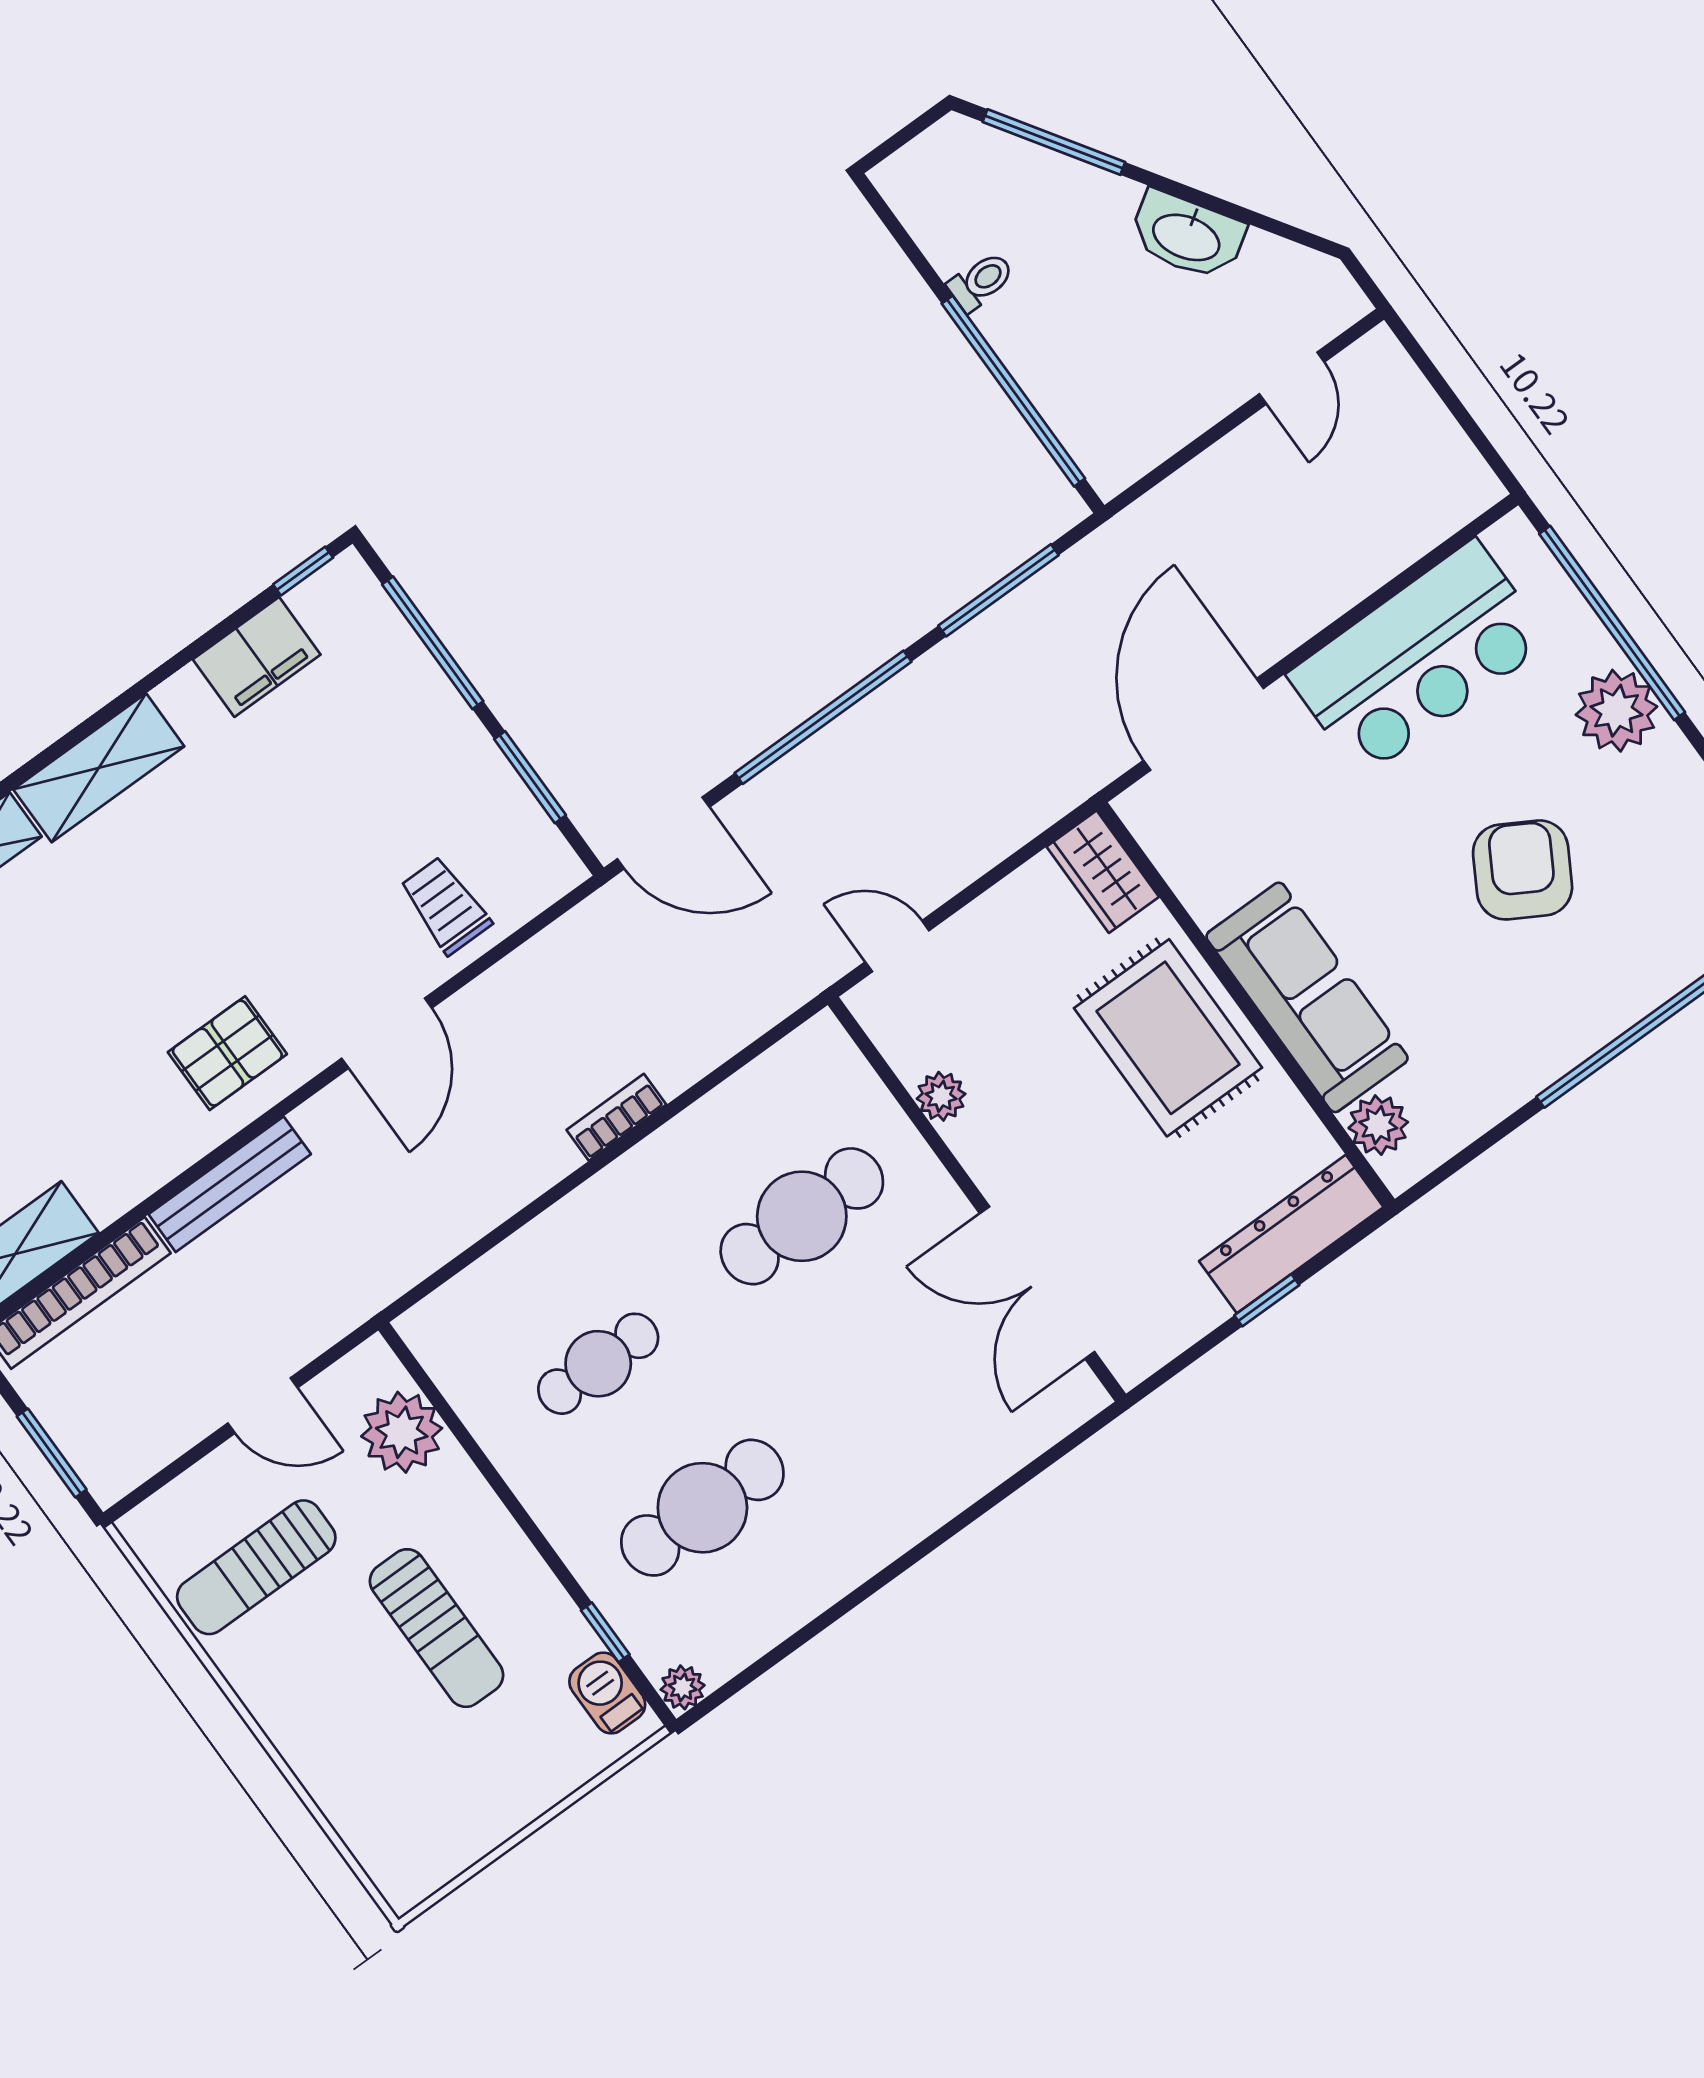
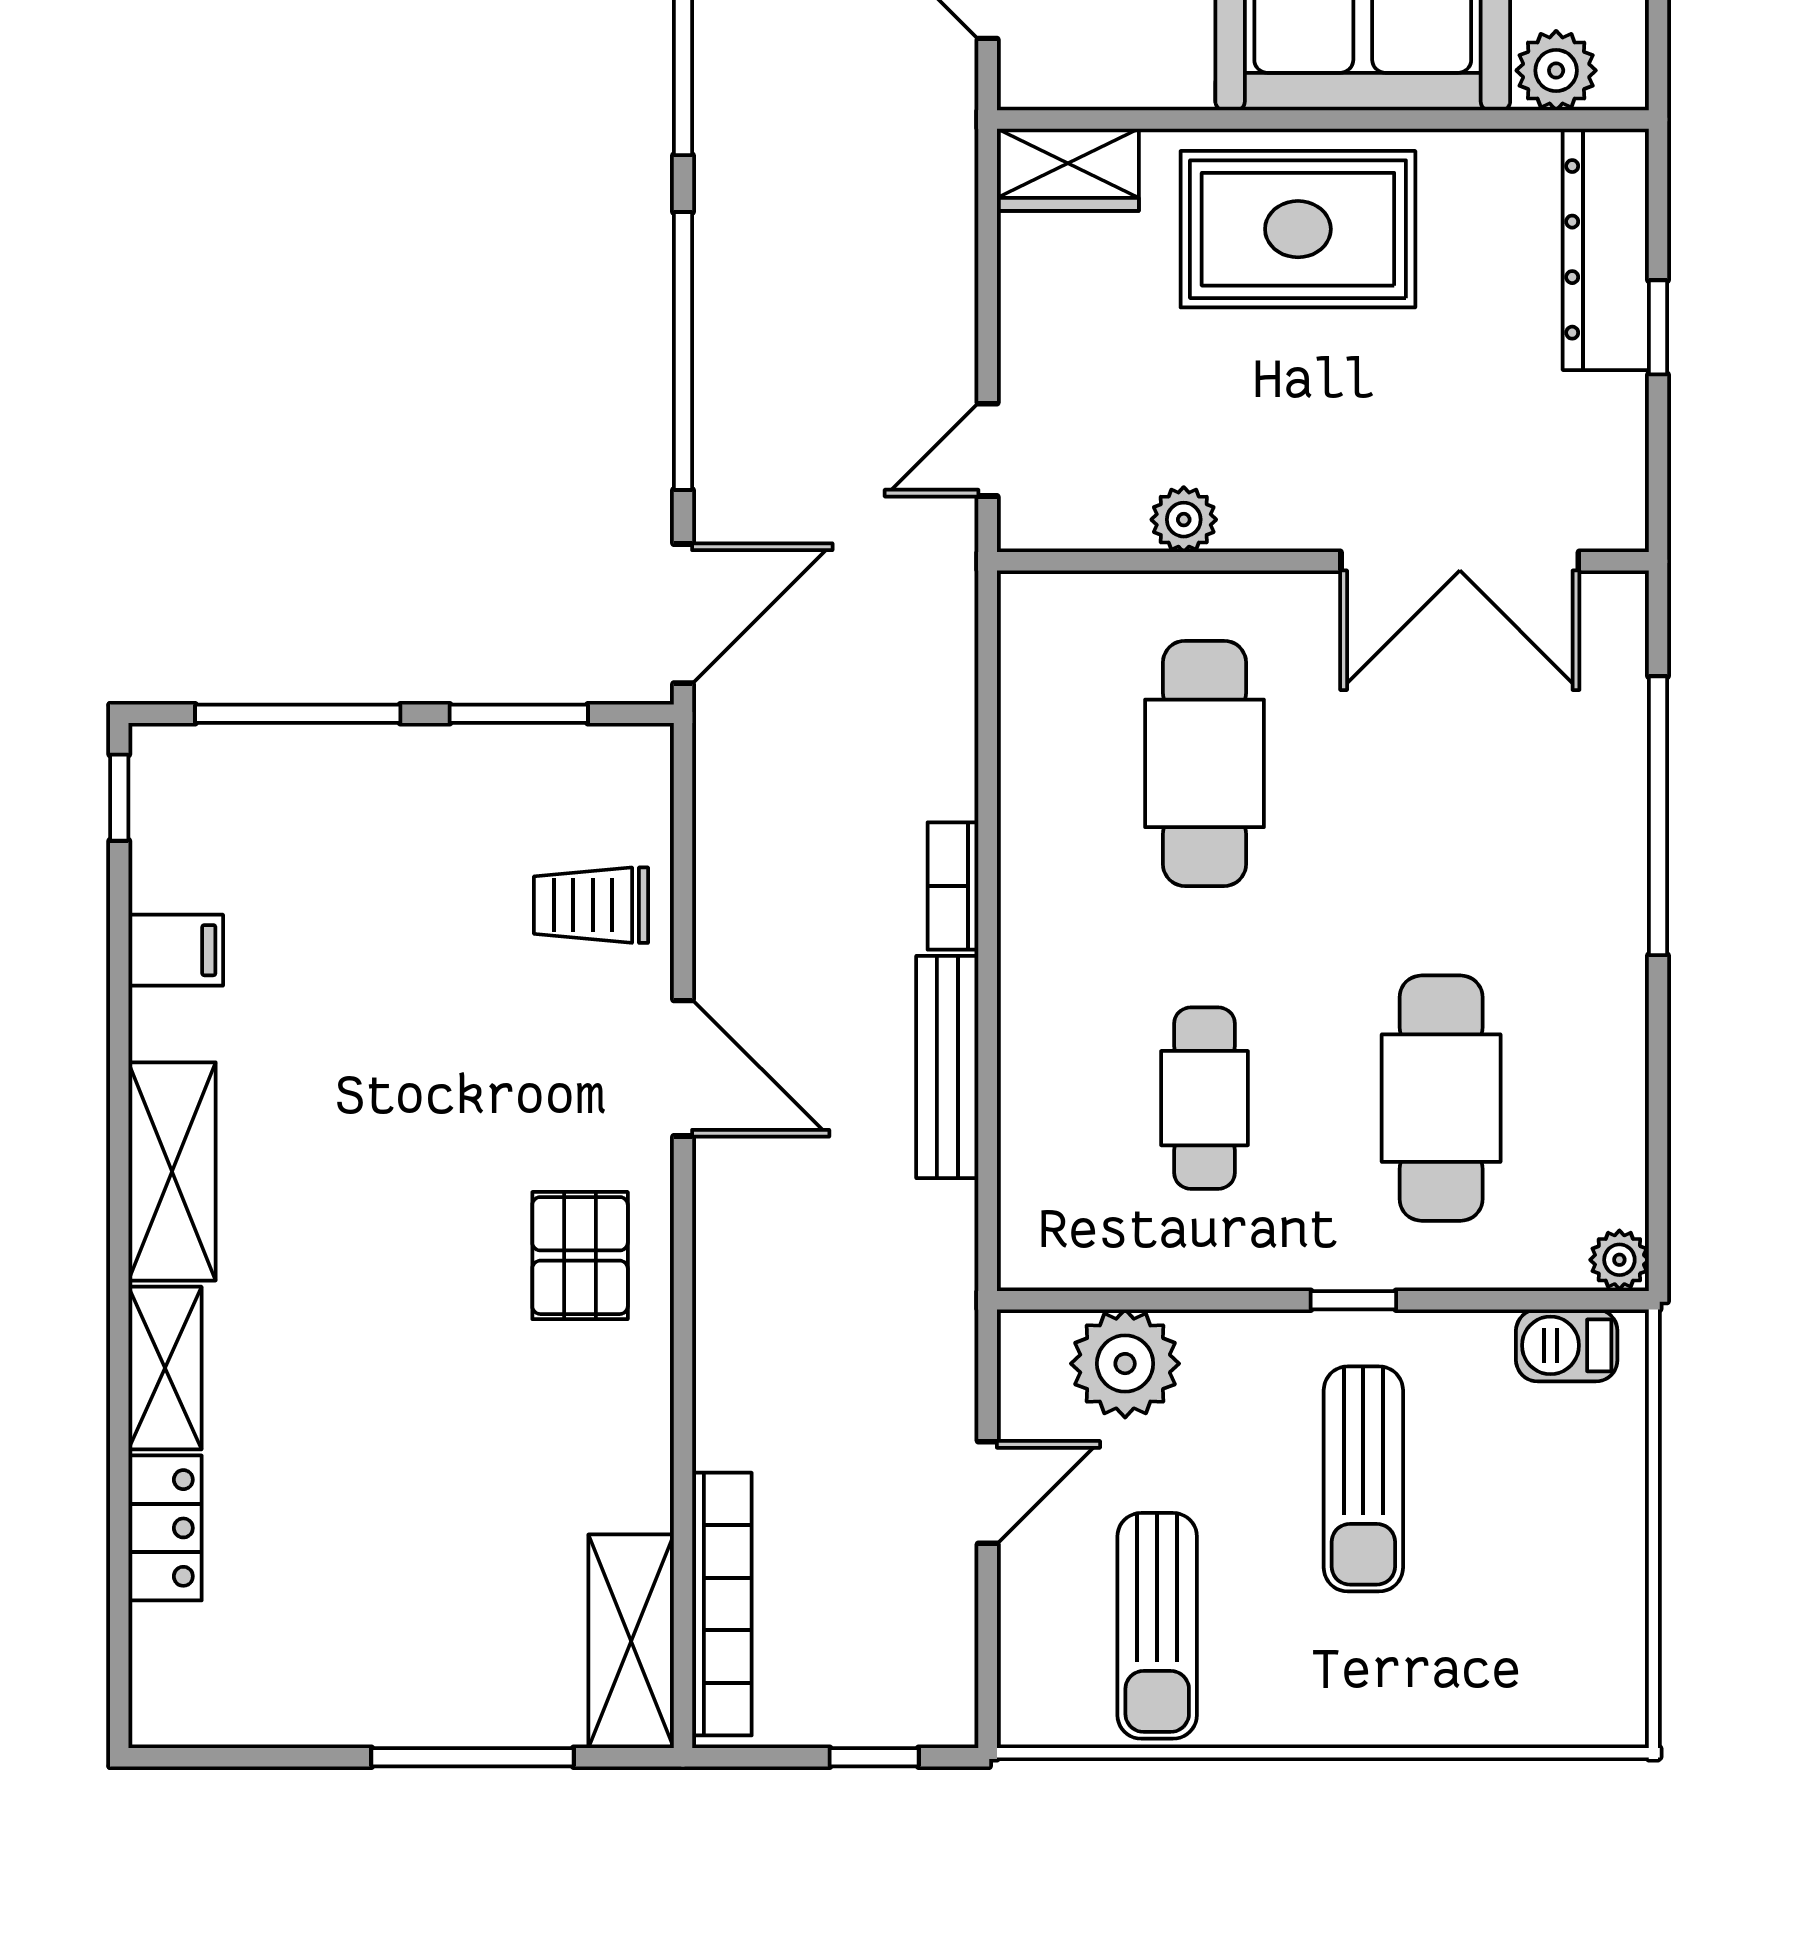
filing cabinet: (257, 657) -> (176, 950), width x0.50
bench: (230, 1184) -> (947, 1067), moved
window: (52, 1453) -> (874, 1757), width x0.67
window: (970, 1515) -> (1658, 816), added
sun lounger: (436, 1628) -> (1363, 1479), turned 90
window: (605, 1632) -> (1353, 1300), moved

